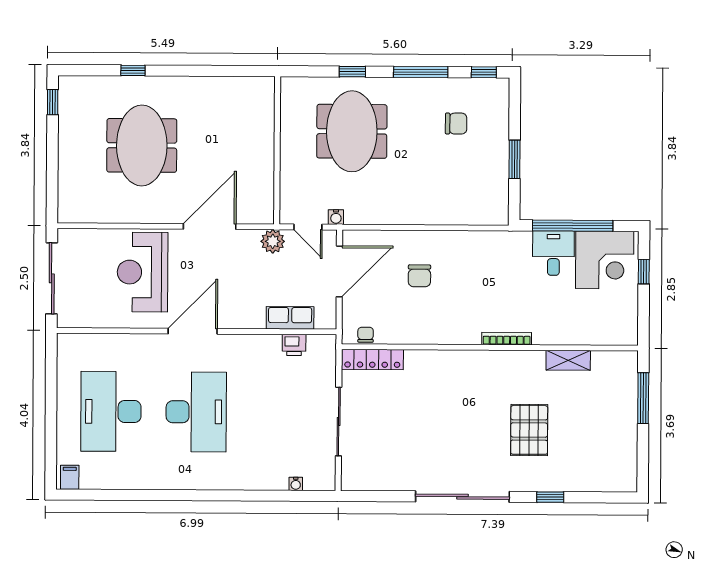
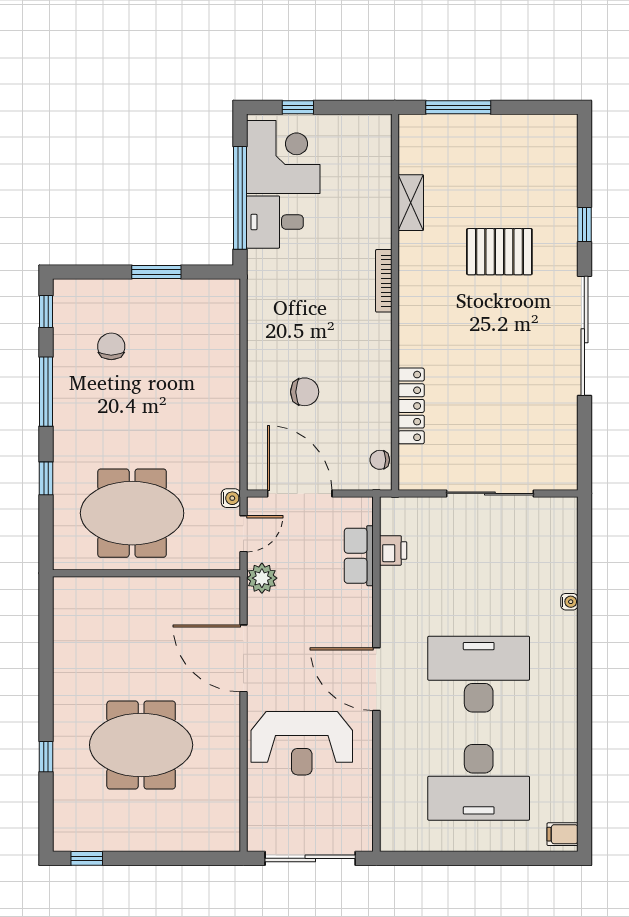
meeting table: (352, 131) -> (132, 513), moved
locker: (372, 360) -> (411, 406), moved
water cooler: (296, 484) -> (569, 602), moved

